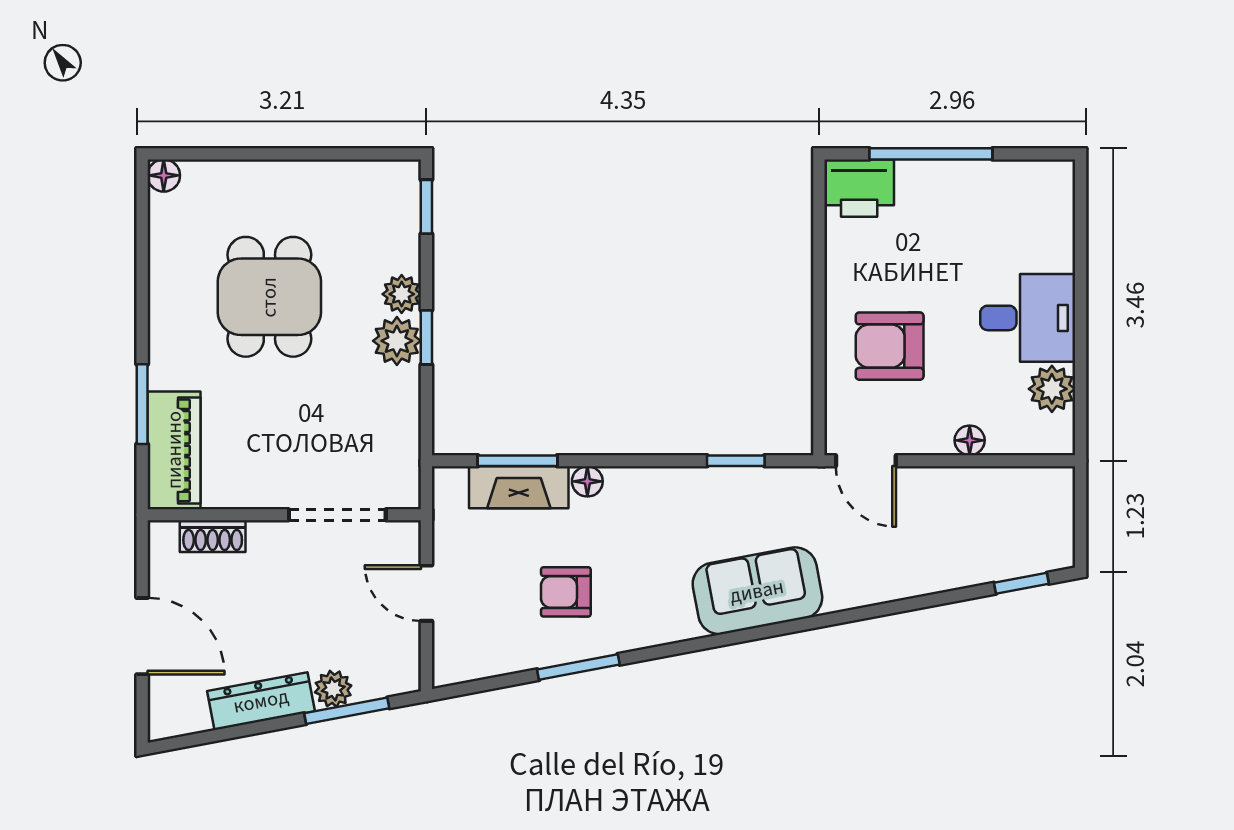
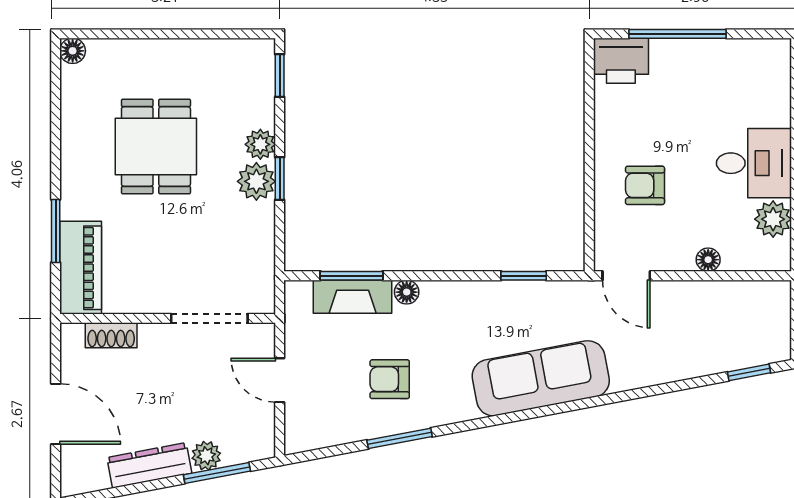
armchair: (890, 346) -> (645, 185), width x0.72, depth x0.72
sofa: (757, 591) -> (541, 378), width x1.36

